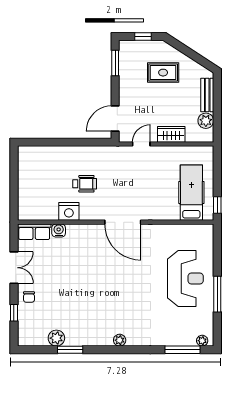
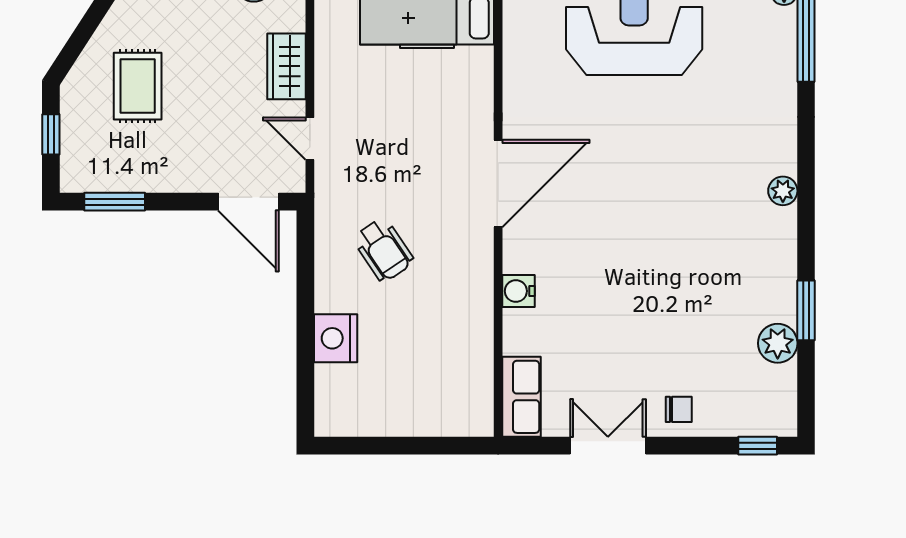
wheelchair: (85, 184) -> (383, 250), moved, turned 146
nightstand: (69, 211) -> (336, 338), moved, turned 180
water cooler: (59, 231) -> (518, 291), moved
window: (14, 313) -> (758, 446), moved

